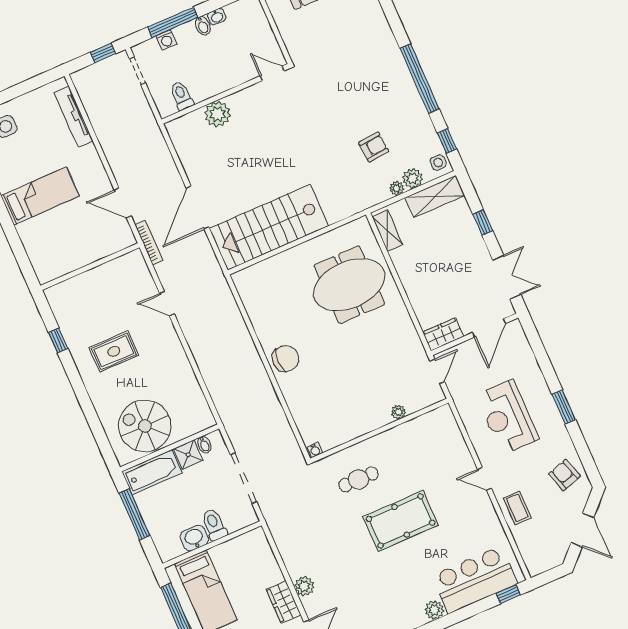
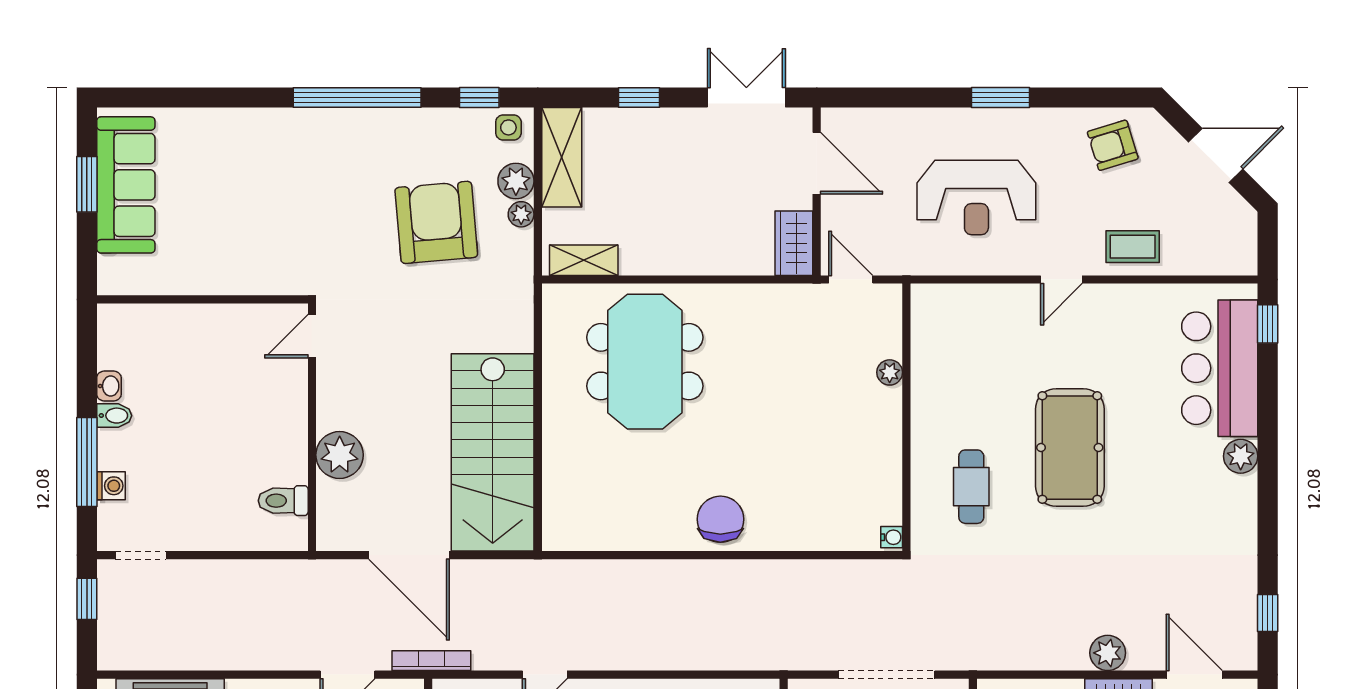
door: (272, 73) -> (312, 336), moved
wall: (225, 94) -> (312, 427), moved
toilet: (182, 96) -> (283, 501), moved
plant: (218, 114) -> (340, 455), moved
armchair: (374, 147) -> (436, 222), width x1.88, depth x1.88

